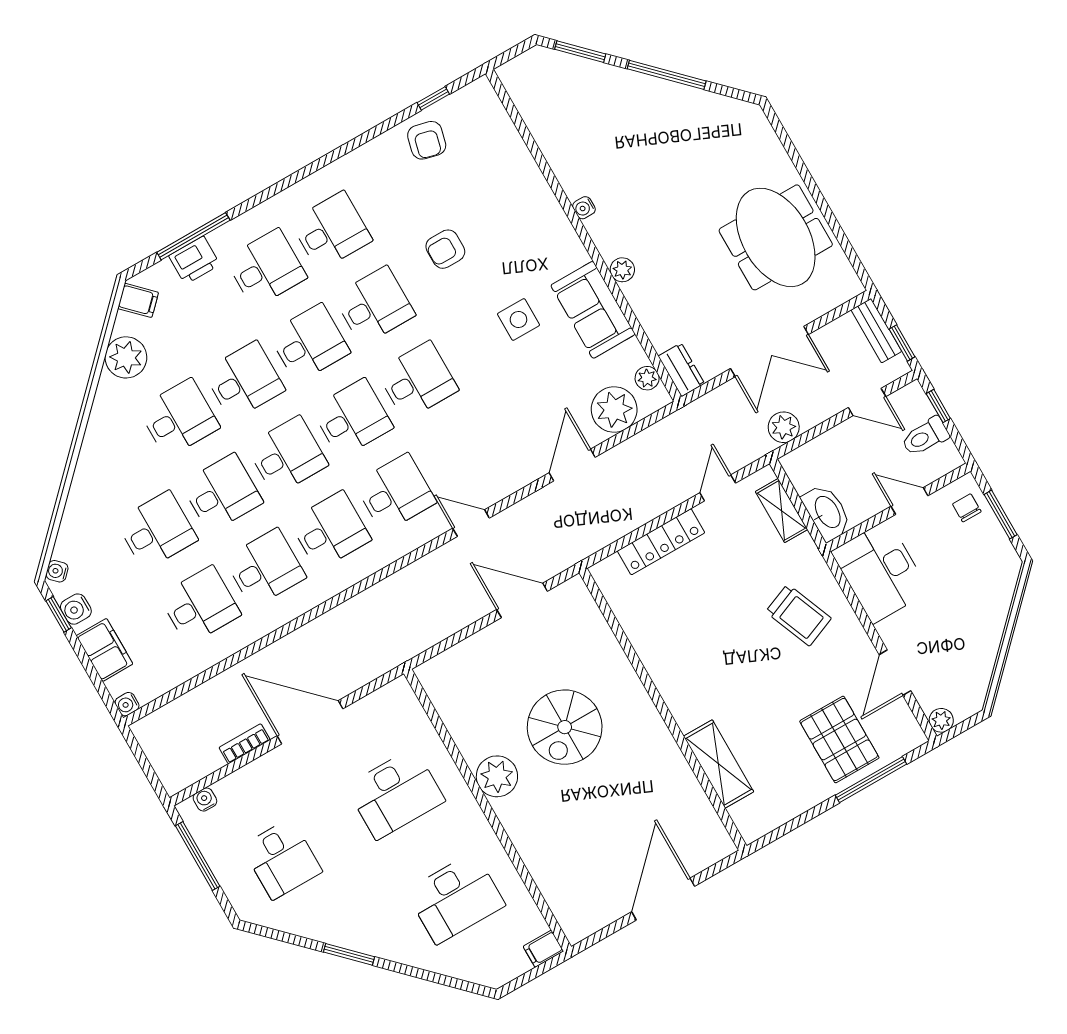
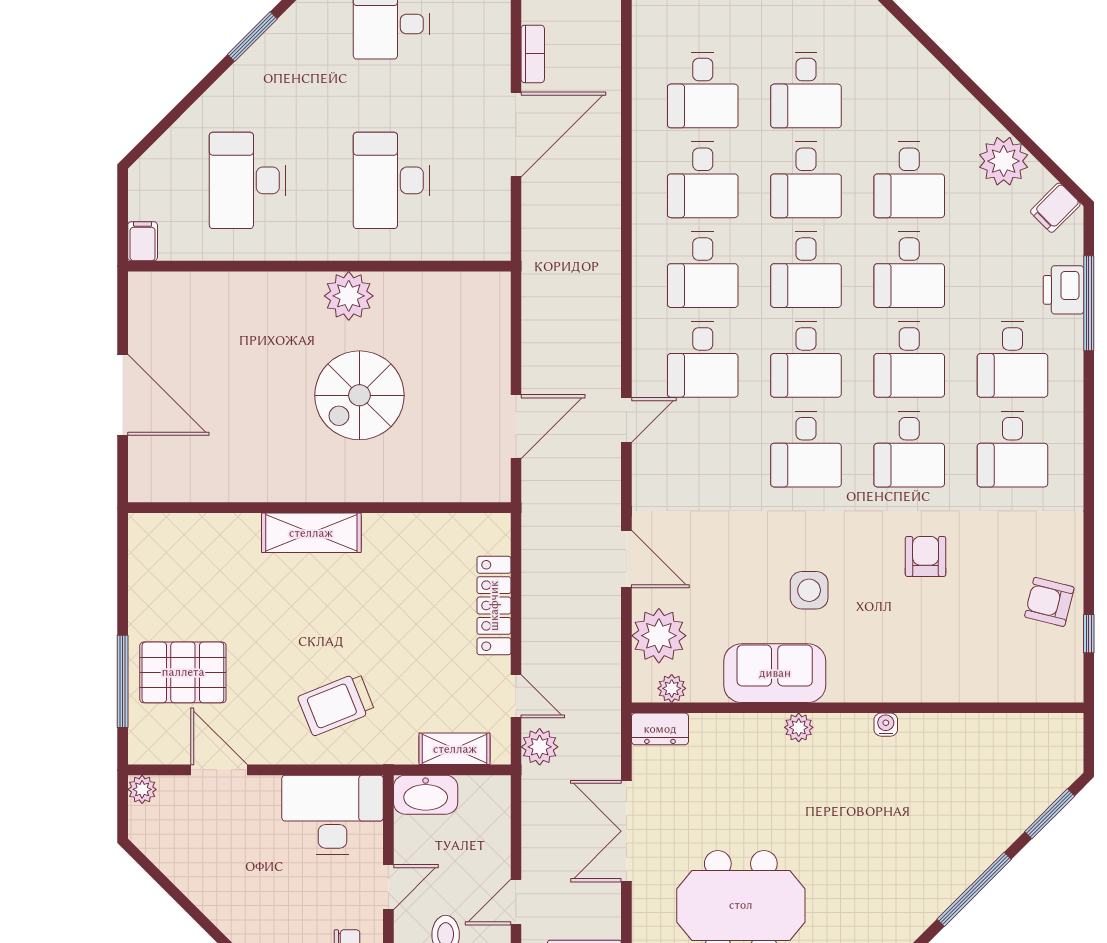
plant: (784, 427) -> (540, 747), moved
spiral stairs: (565, 727) -> (359, 395), turned -90
shelving: (719, 764) -> (311, 533), moved

